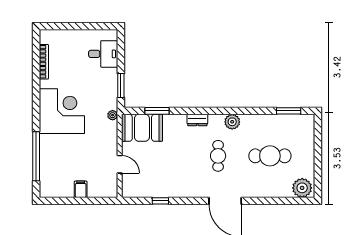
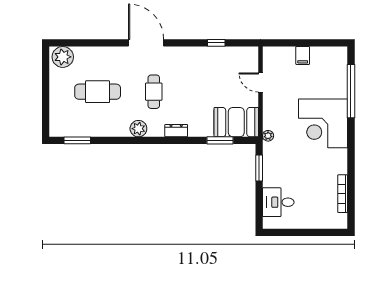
corner desk: (62, 111) -> (323, 123), moved

